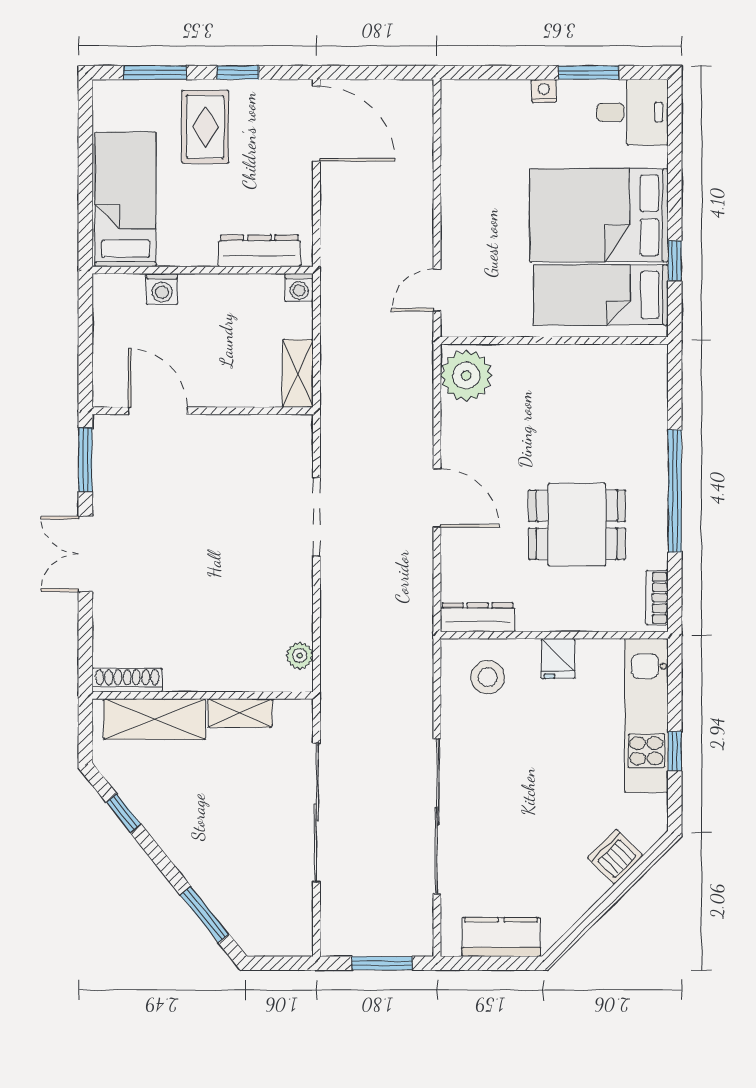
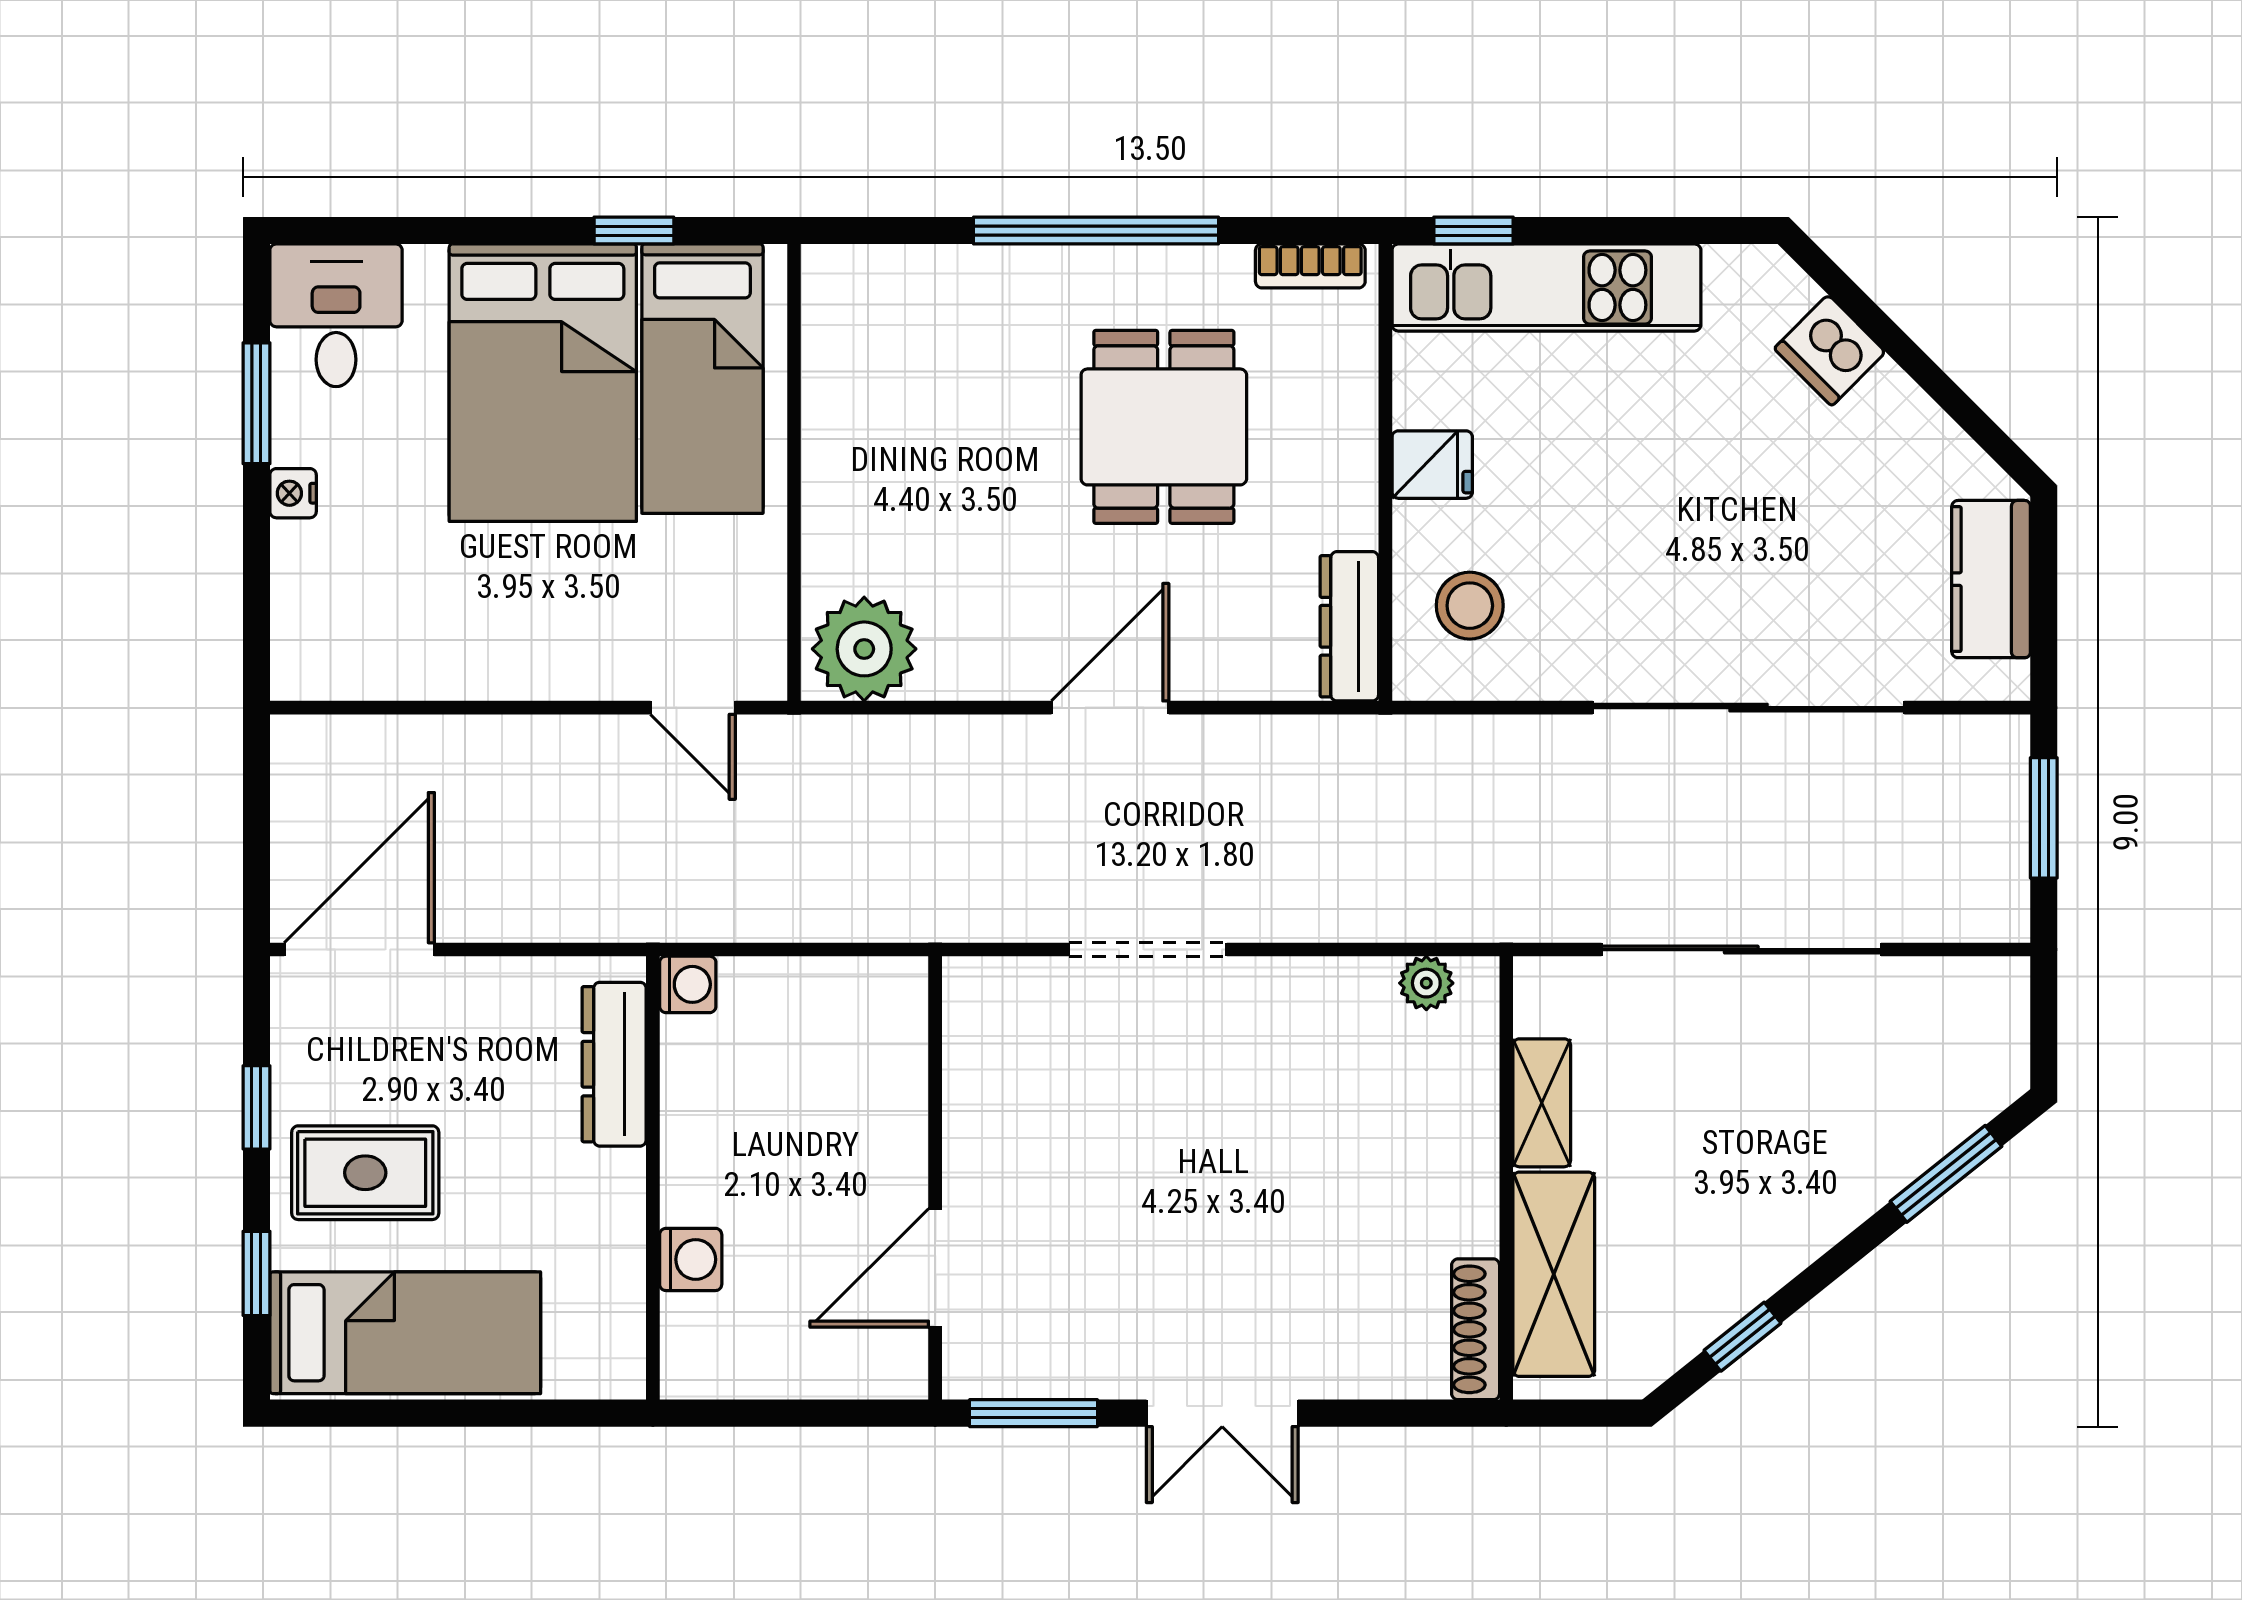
window: (155, 73) -> (256, 1273), width x0.67
bed: (126, 199) -> (405, 1333), moved, turned 180
shelving: (298, 373) -> (860, 987), removed
window: (675, 751) -> (1473, 231), moved

